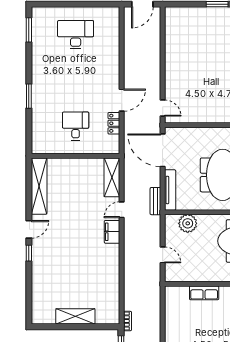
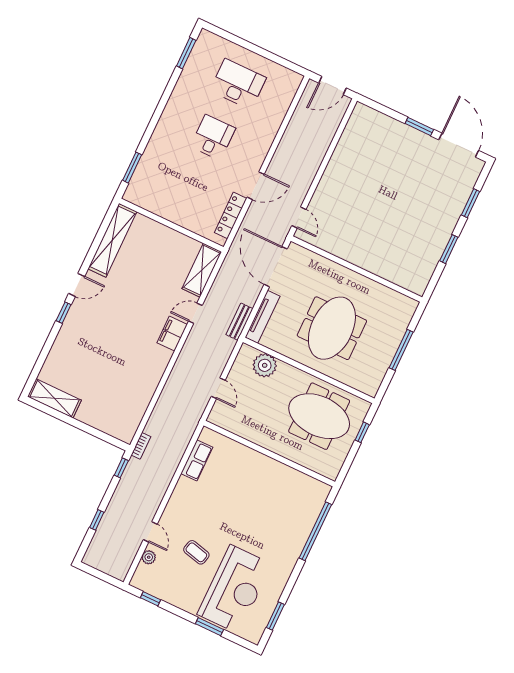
window: (29, 96) -> (132, 168), moved
locker: (114, 123) -> (231, 215), width x1.53
desk: (76, 126) -> (213, 137), moved
row of seats: (204, 293) -> (197, 460), moved, turned -90
shelving: (75, 316) -> (54, 398), moved

